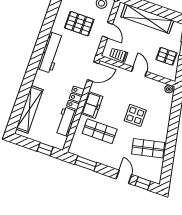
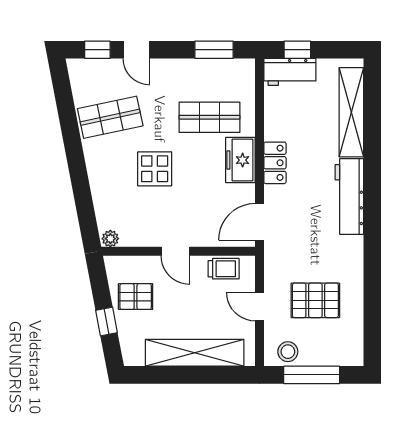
workbench: (50, 53) -> (349, 197), moved
workbench: (66, 122) -> (290, 72), moved, turned 90

